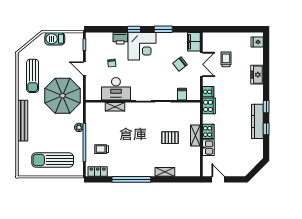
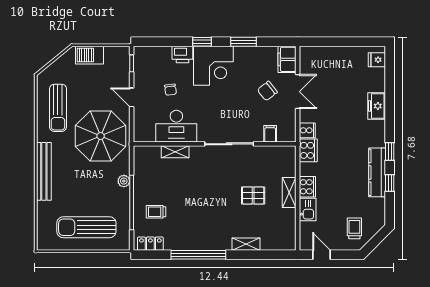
trolley: (226, 59) -> (354, 228), moved

